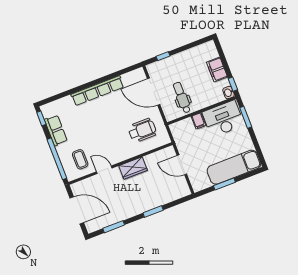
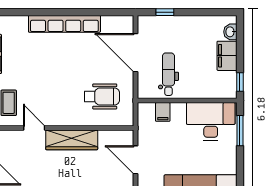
washbasin: (229, 93) -> (230, 32), moved
filing cabinet: (198, 121) -> (163, 112), moved
wardrobe: (133, 168) -> (72, 140), width x1.50

